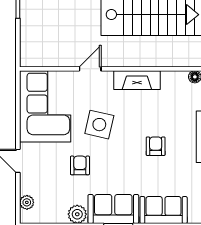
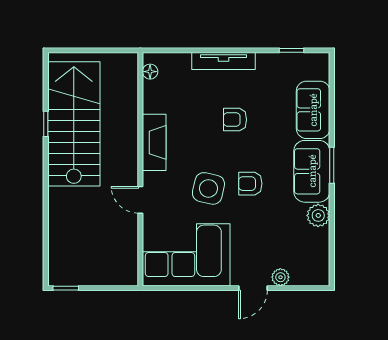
armchair: (80, 165) -> (250, 184), moved
plant: (27, 202) -> (280, 277), moved

